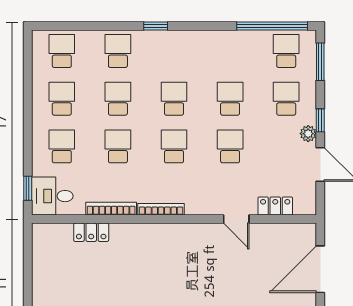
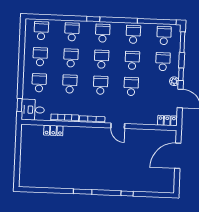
school desk: (174, 51) -> (103, 33), added
school desk: (230, 51) -> (133, 34), added
locker: (275, 206) -> (167, 121), moved
door: (236, 219) -> (118, 126), moved

